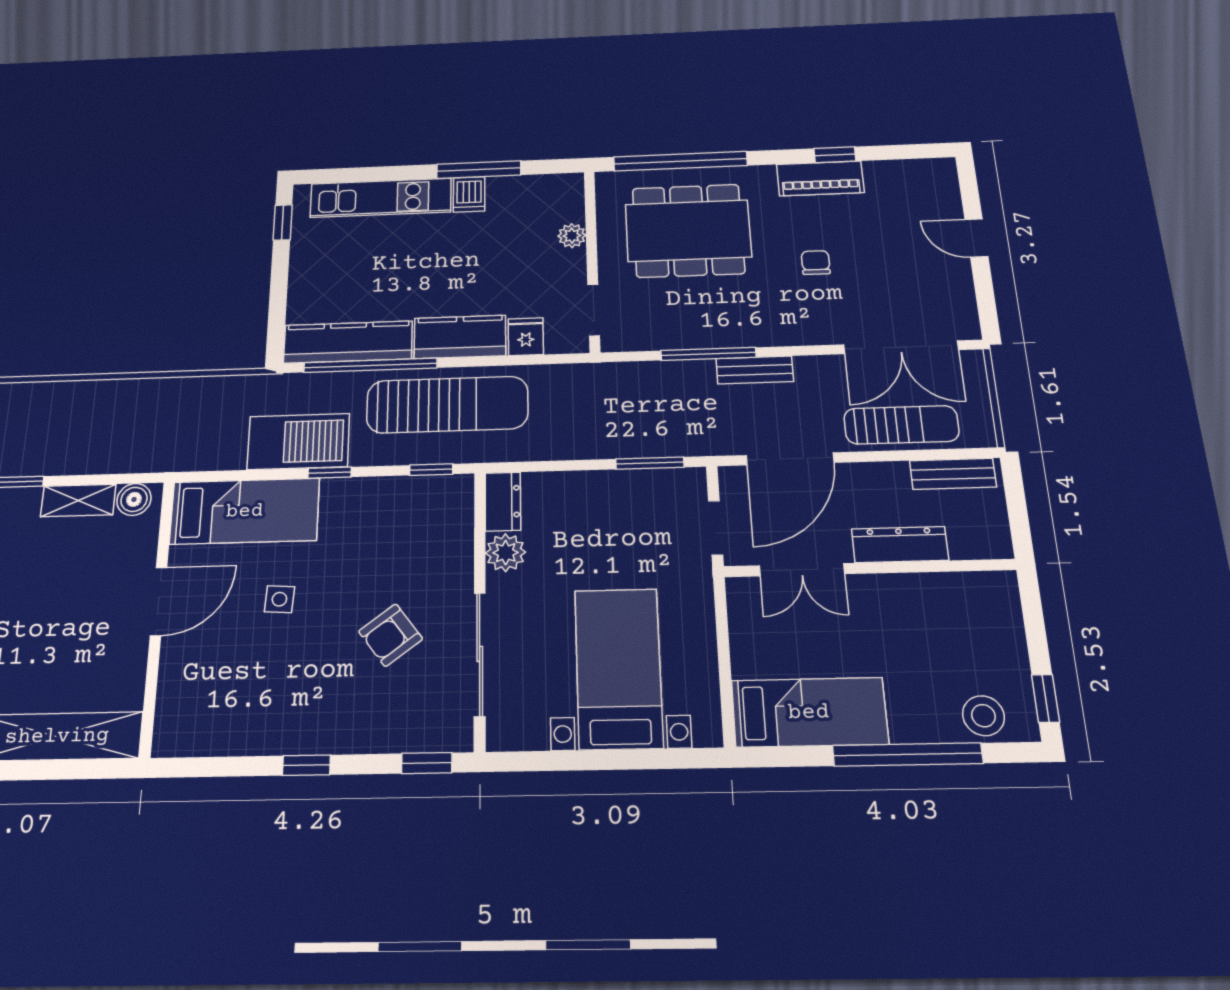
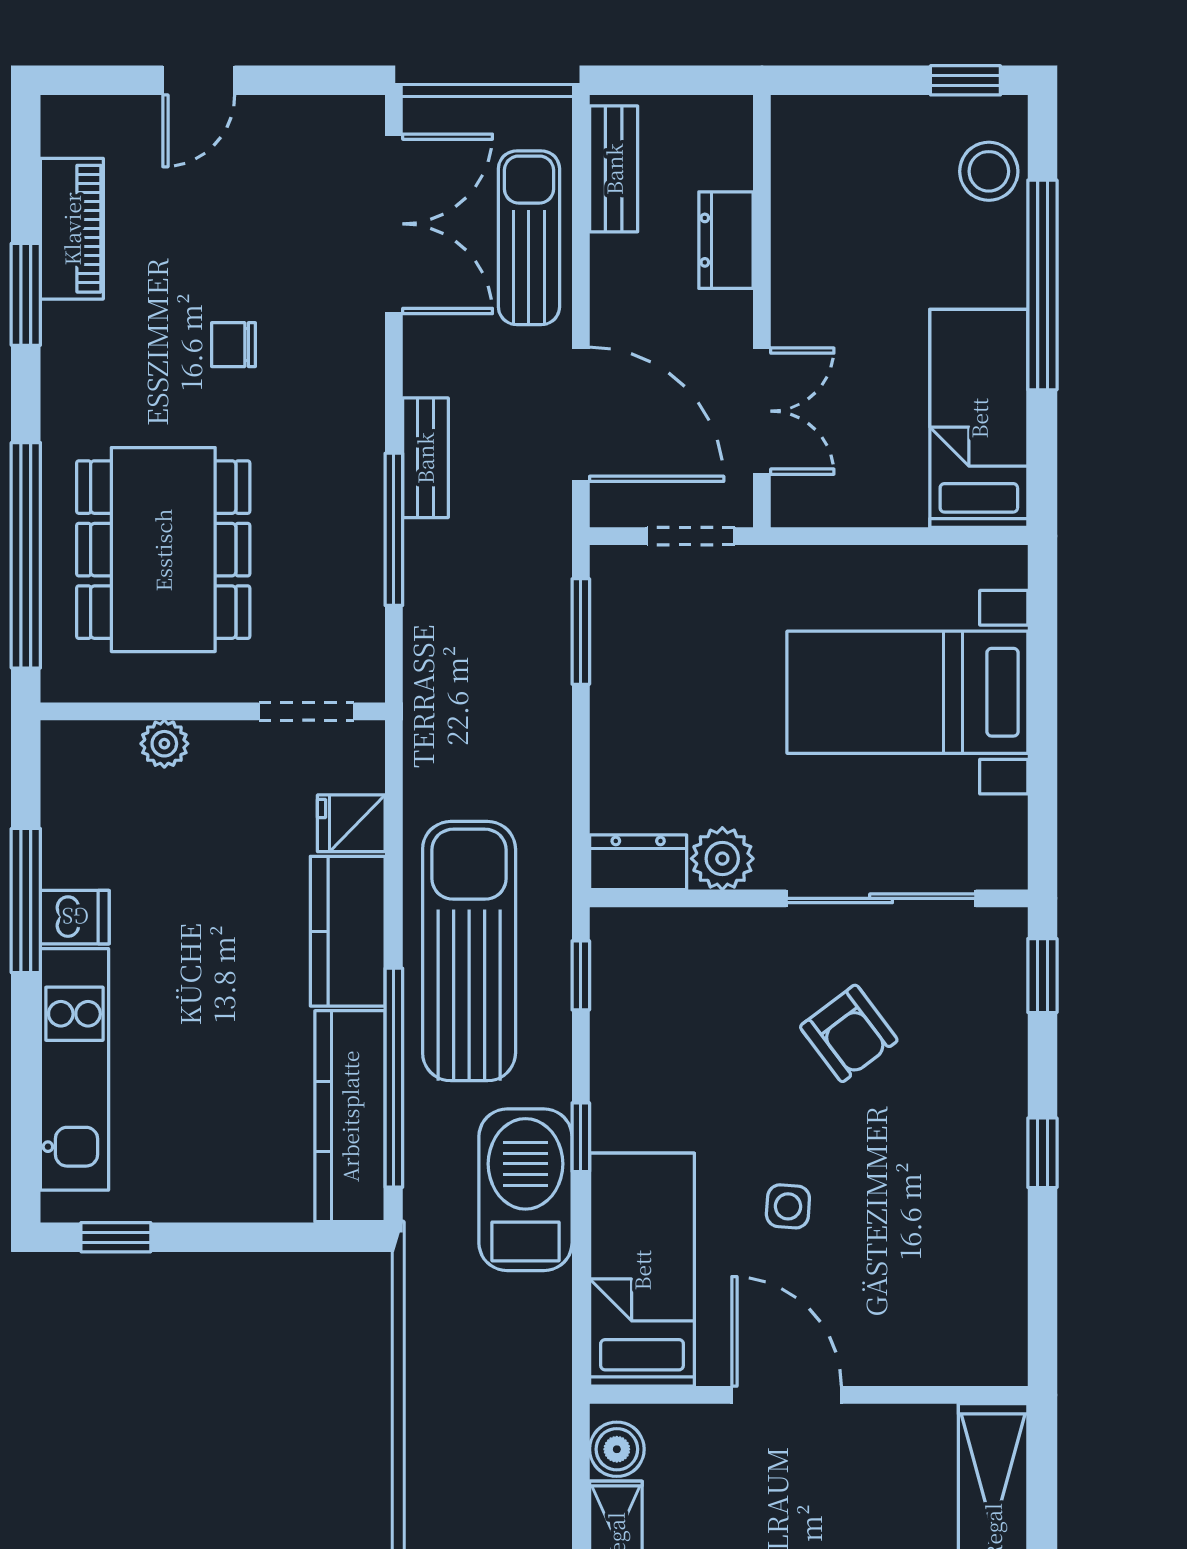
window: (835, 155) -> (26, 294), width x1.50
piano: (820, 179) -> (72, 229), moved
dresser: (900, 545) -> (726, 240), width x0.70

